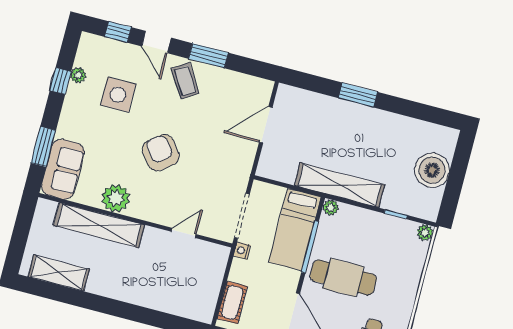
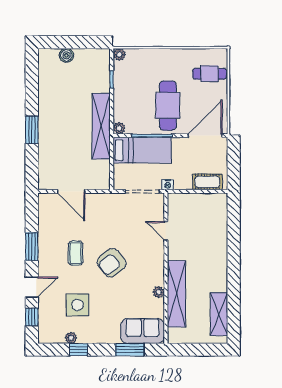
coffee table: (185, 81) -> (76, 253), moved, turned -58
boiler: (432, 170) -> (66, 55), width x0.54, depth x0.54
plant: (116, 198) -> (159, 292), width x0.53, depth x0.53

